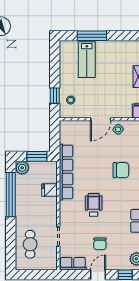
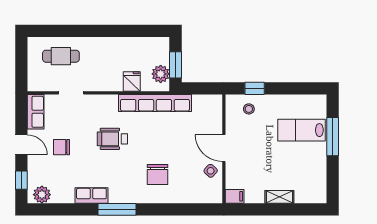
plant: (22, 168) -> (161, 74), moved
window: (11, 195) -> (126, 31), removed
wheelchair: (94, 205) -> (112, 139), turned 180

